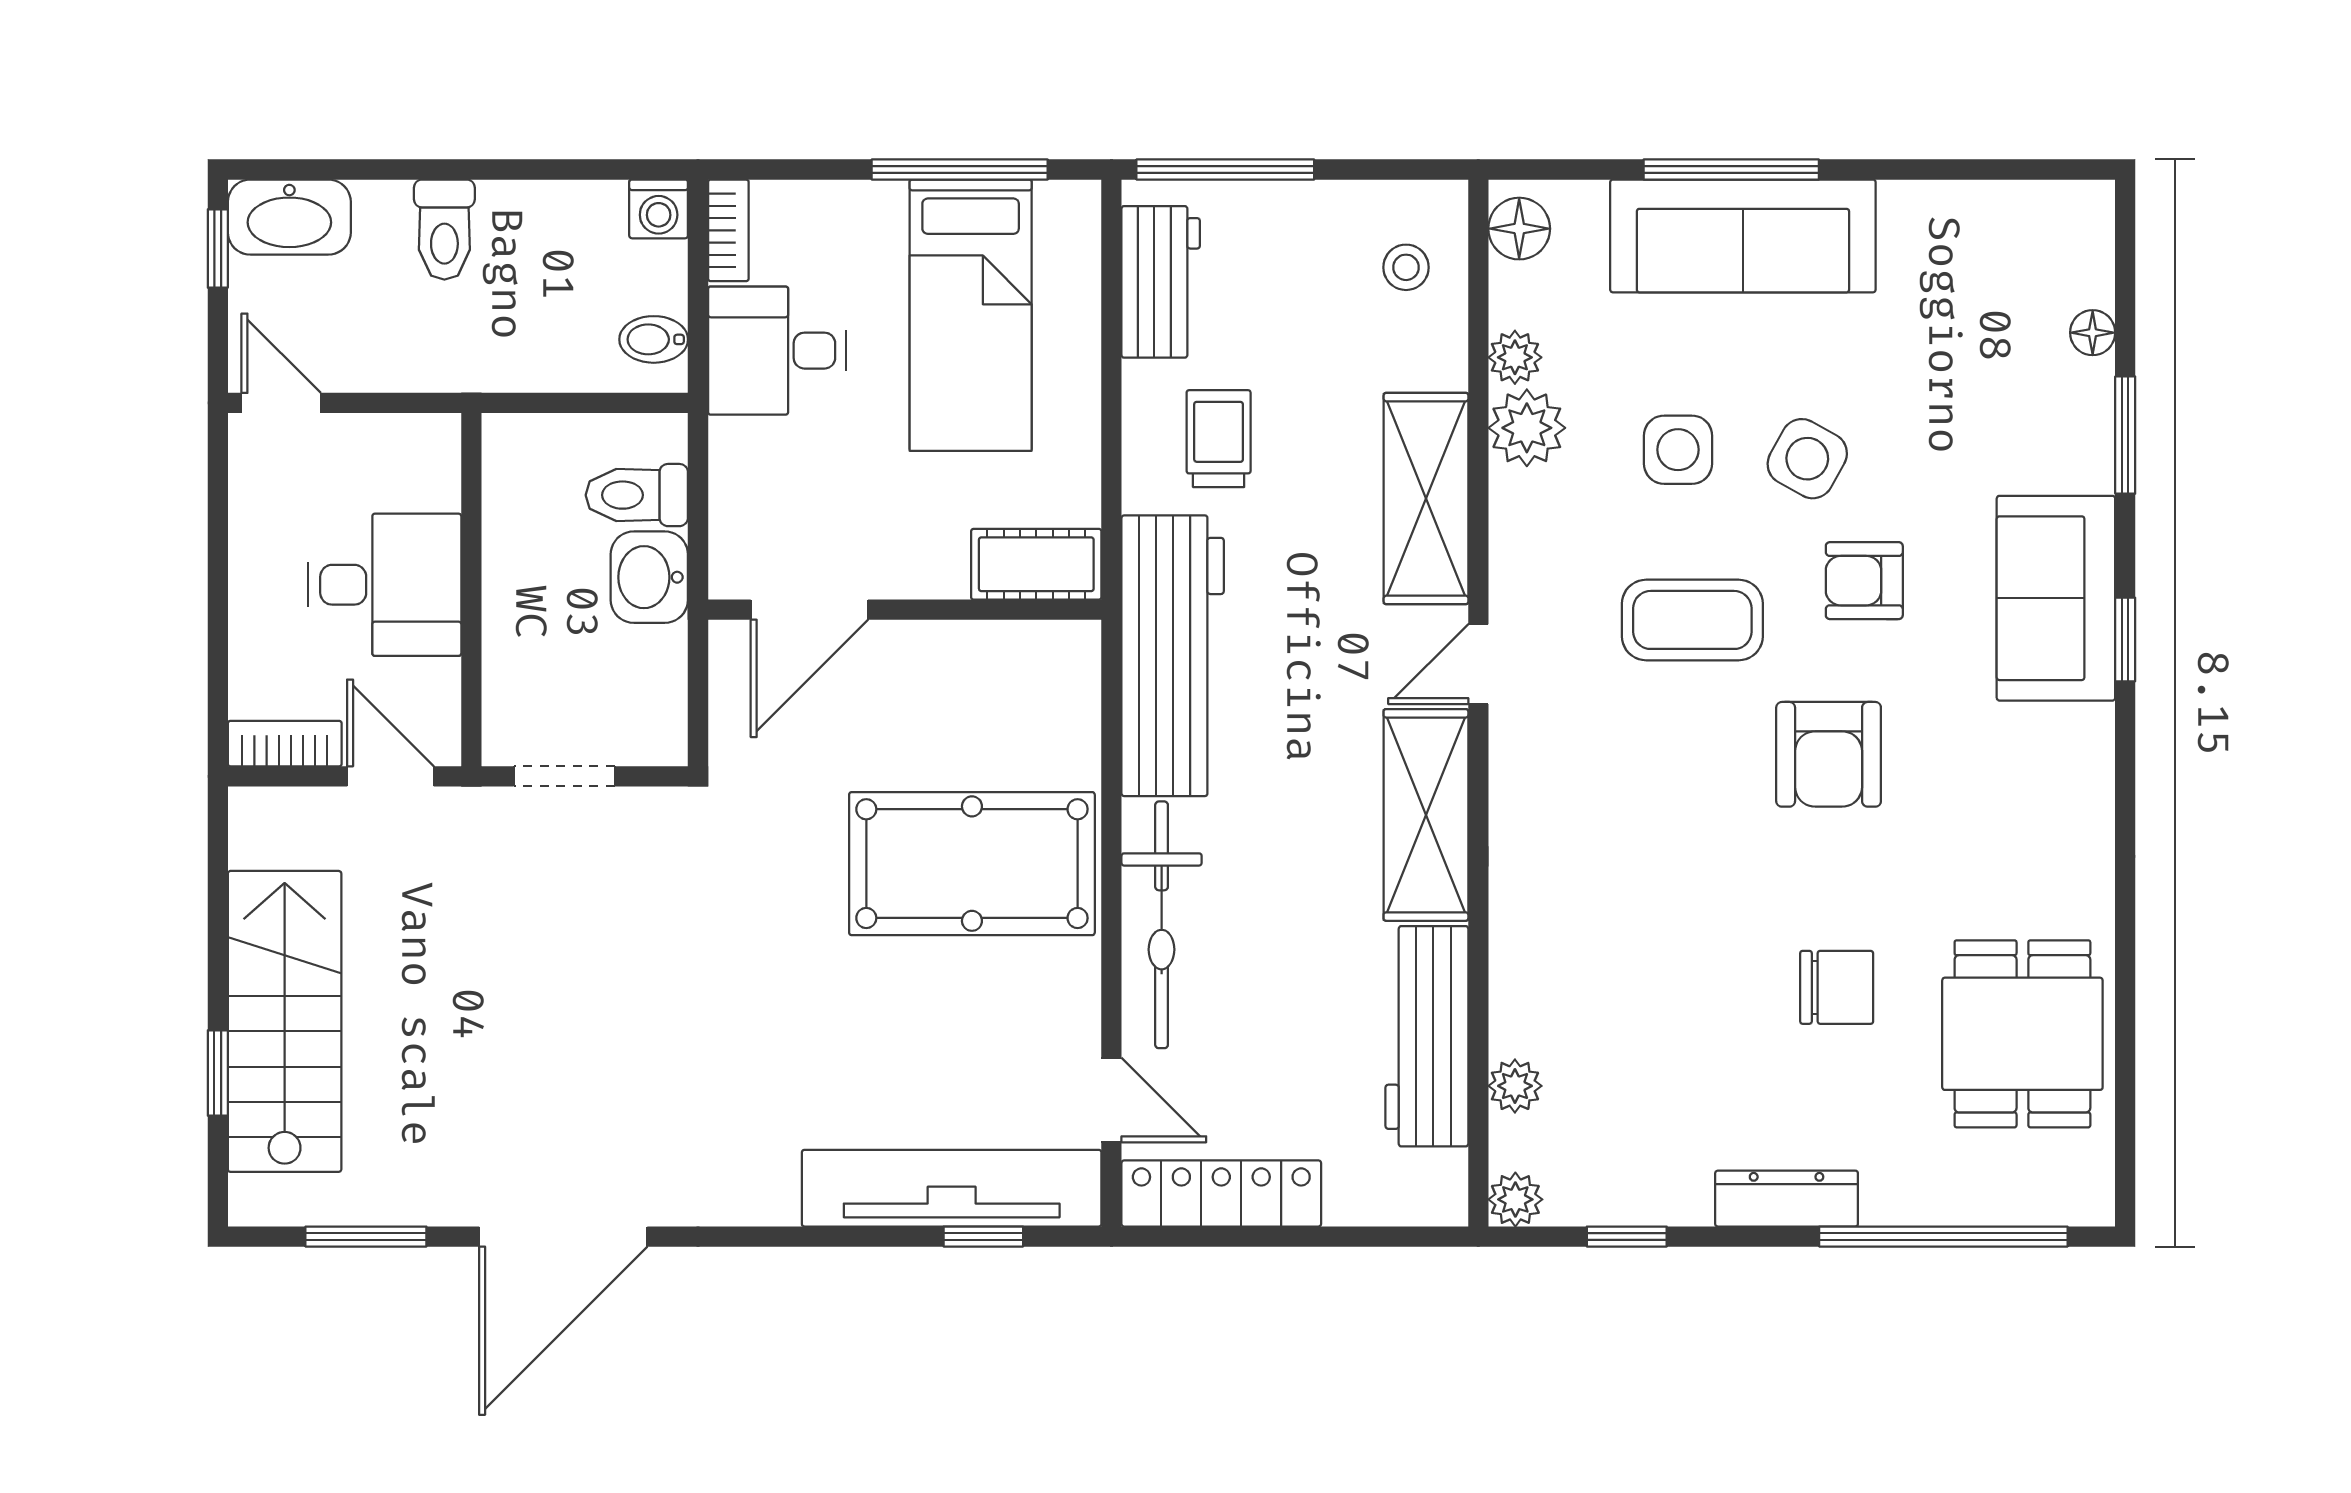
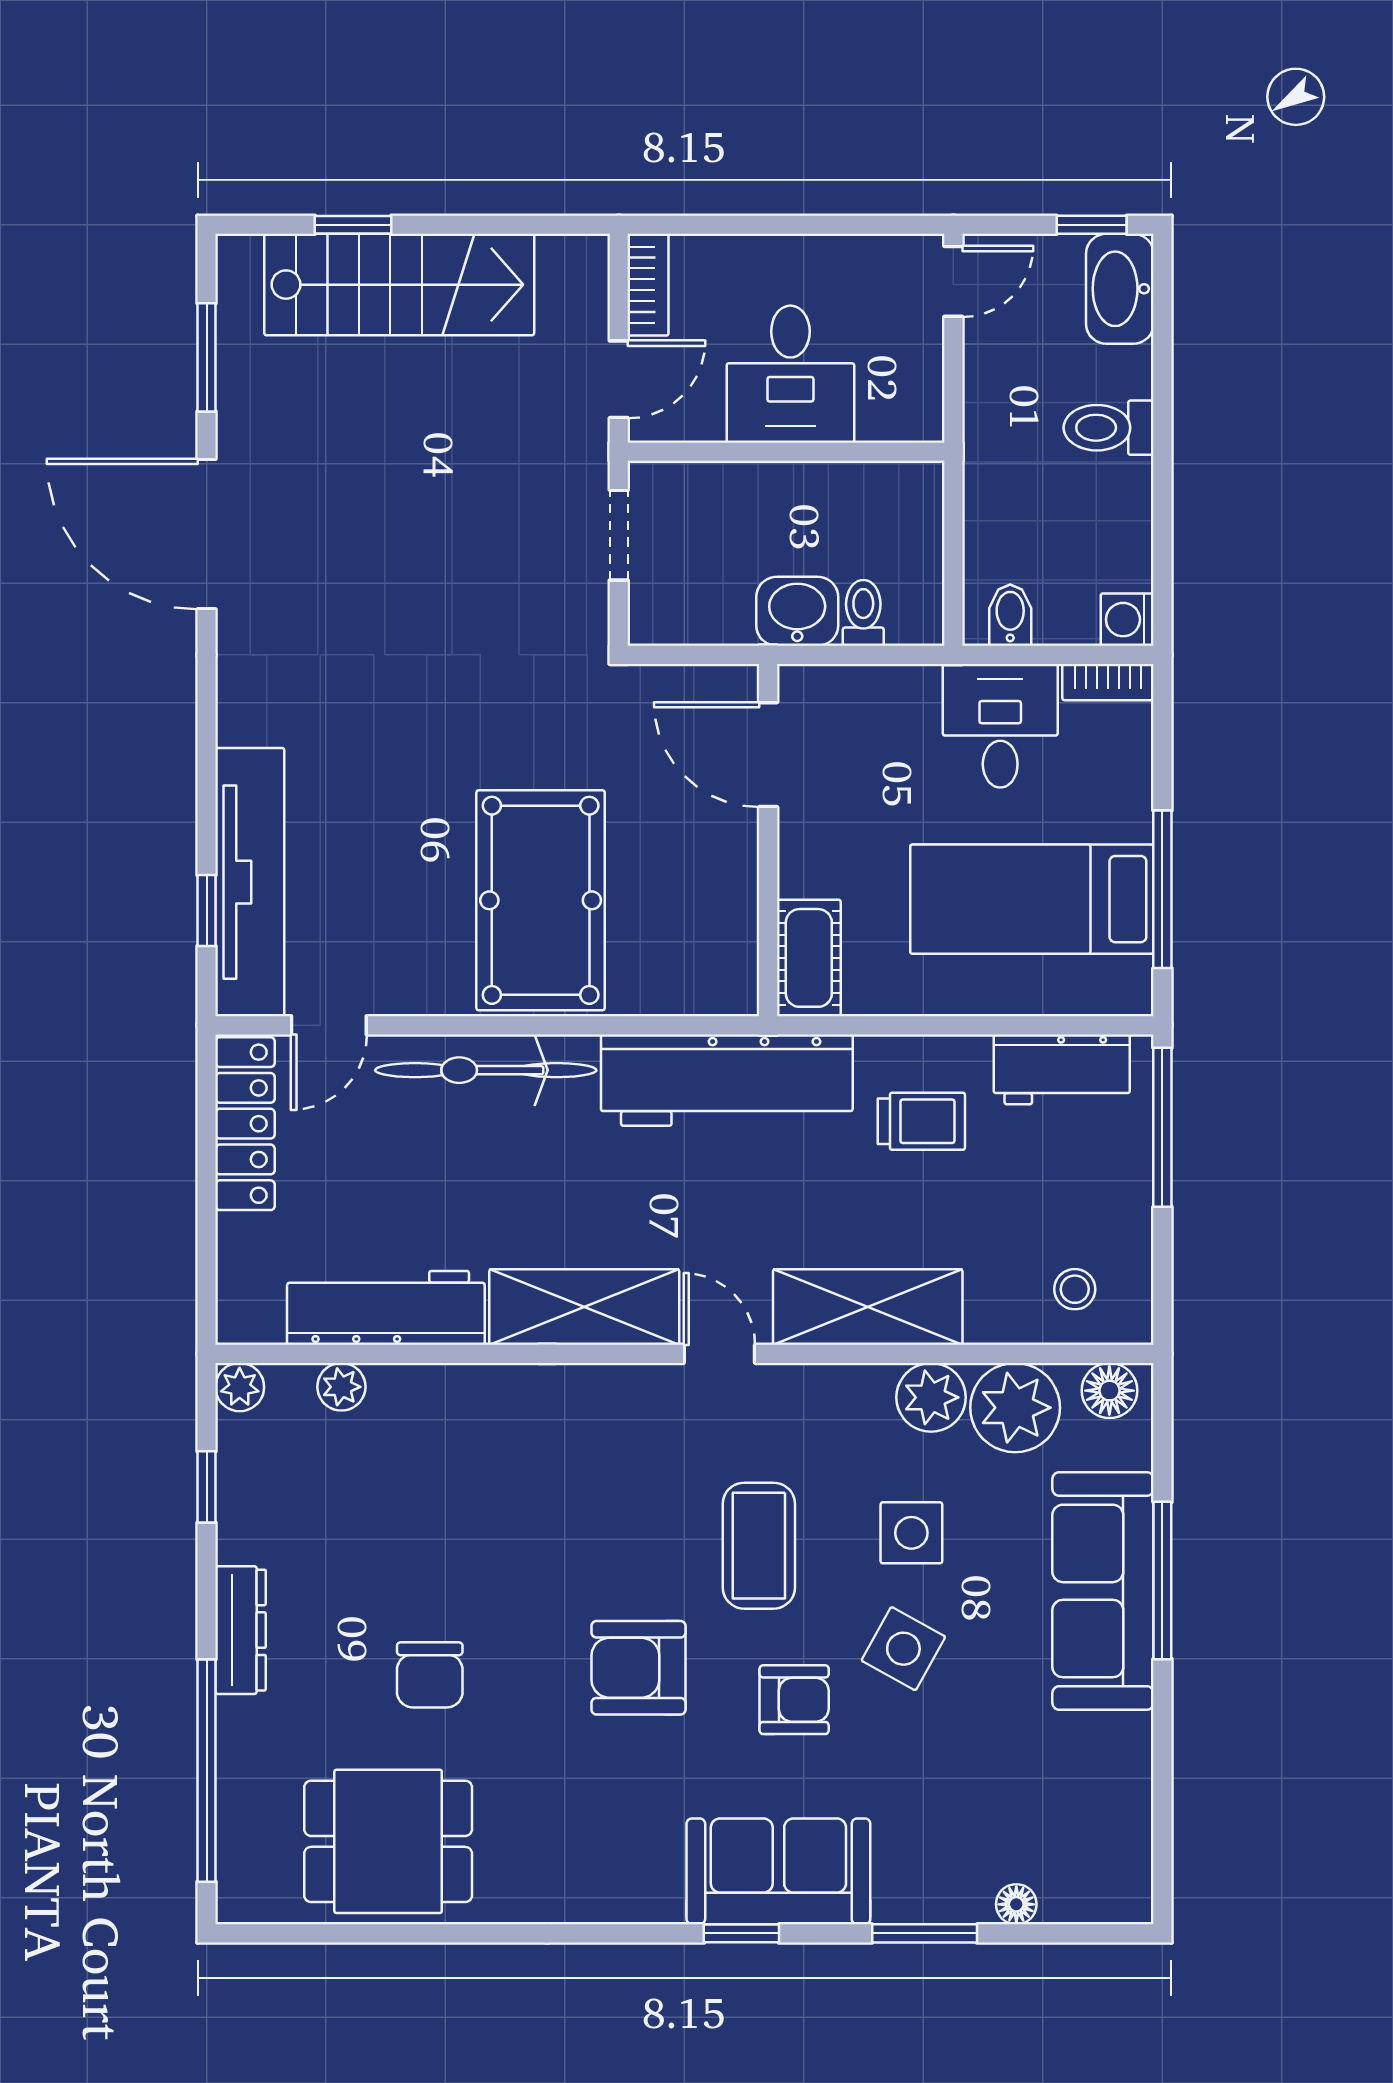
plant: (1515, 357) -> (1015, 1408), width x1.88, depth x1.88
toilet: (637, 495) -> (863, 613), width x0.73, depth x0.72
armchair: (1864, 581) -> (794, 1700), turned 90

